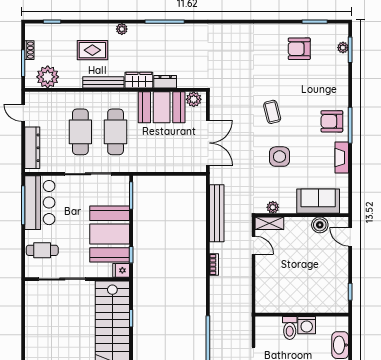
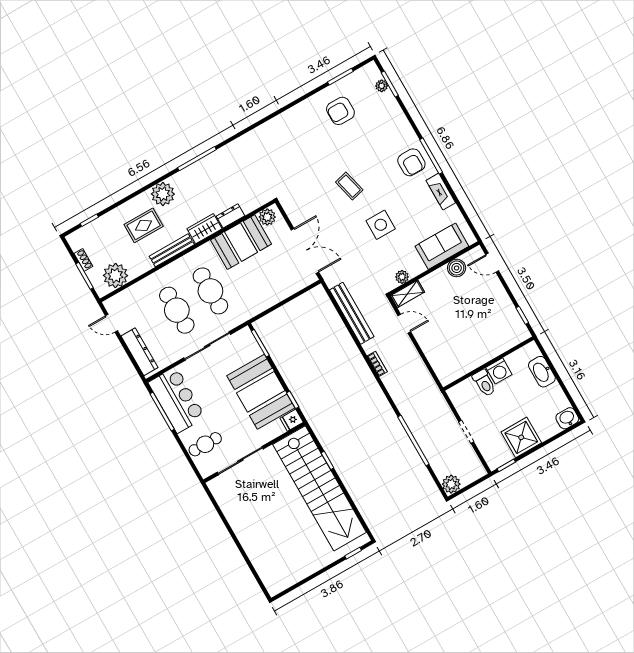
plant: (122, 29) -> (163, 194), width x1.87, depth x1.87
armchair: (332, 121) -> (411, 162), turned -90

